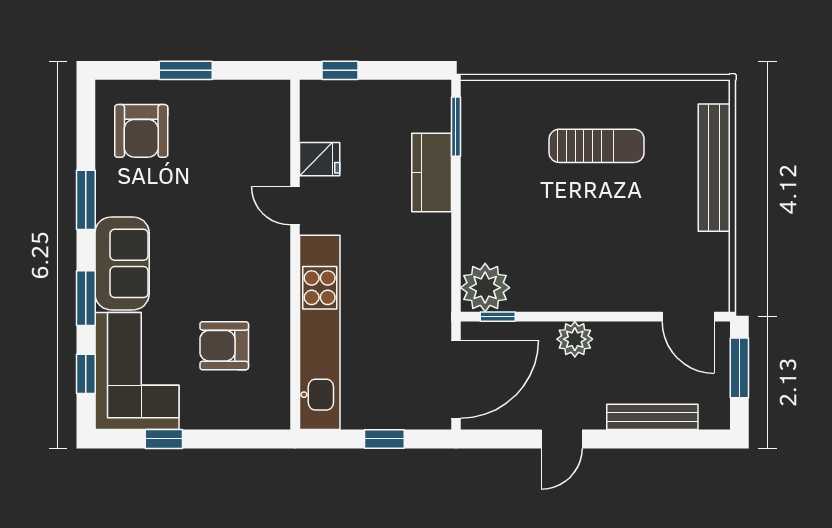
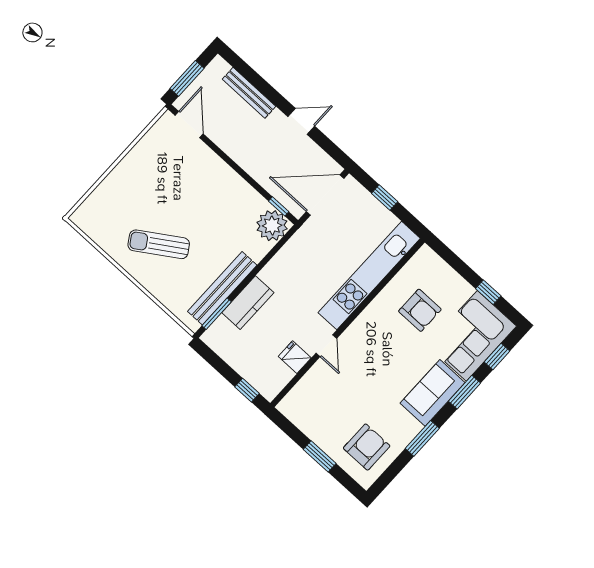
sun lounger: (597, 146) -> (159, 244), turned -33
bench: (714, 168) -> (222, 288), moved
plant: (575, 339) -> (252, 163), removed

